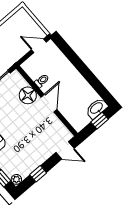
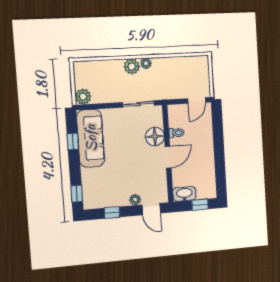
door: (39, 46) -> (197, 101), swing flipped
washbasin: (97, 108) -> (184, 194), moved
plant: (16, 179) -> (135, 200), moved

